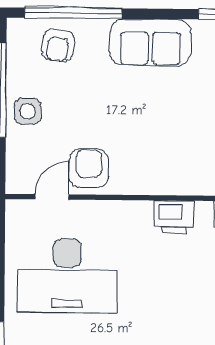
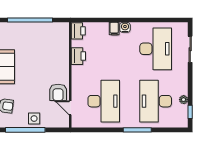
armchair: (89, 168) -> (58, 92), turned -90

